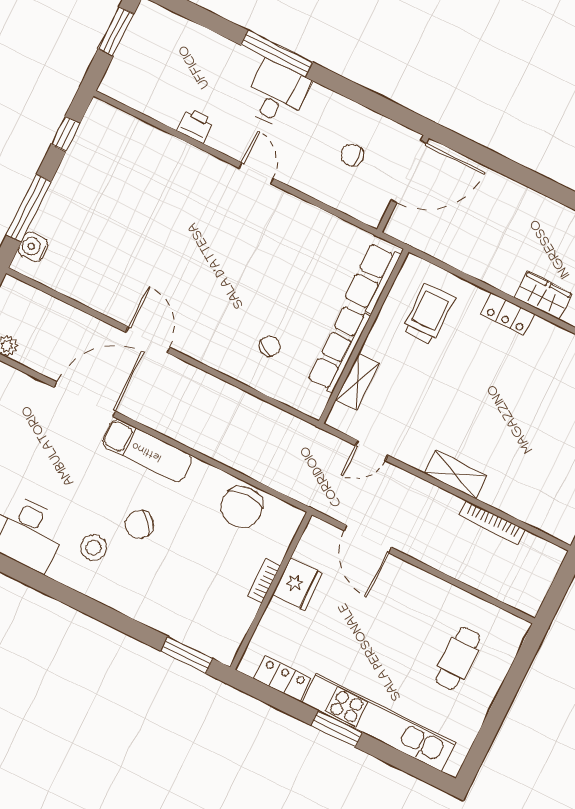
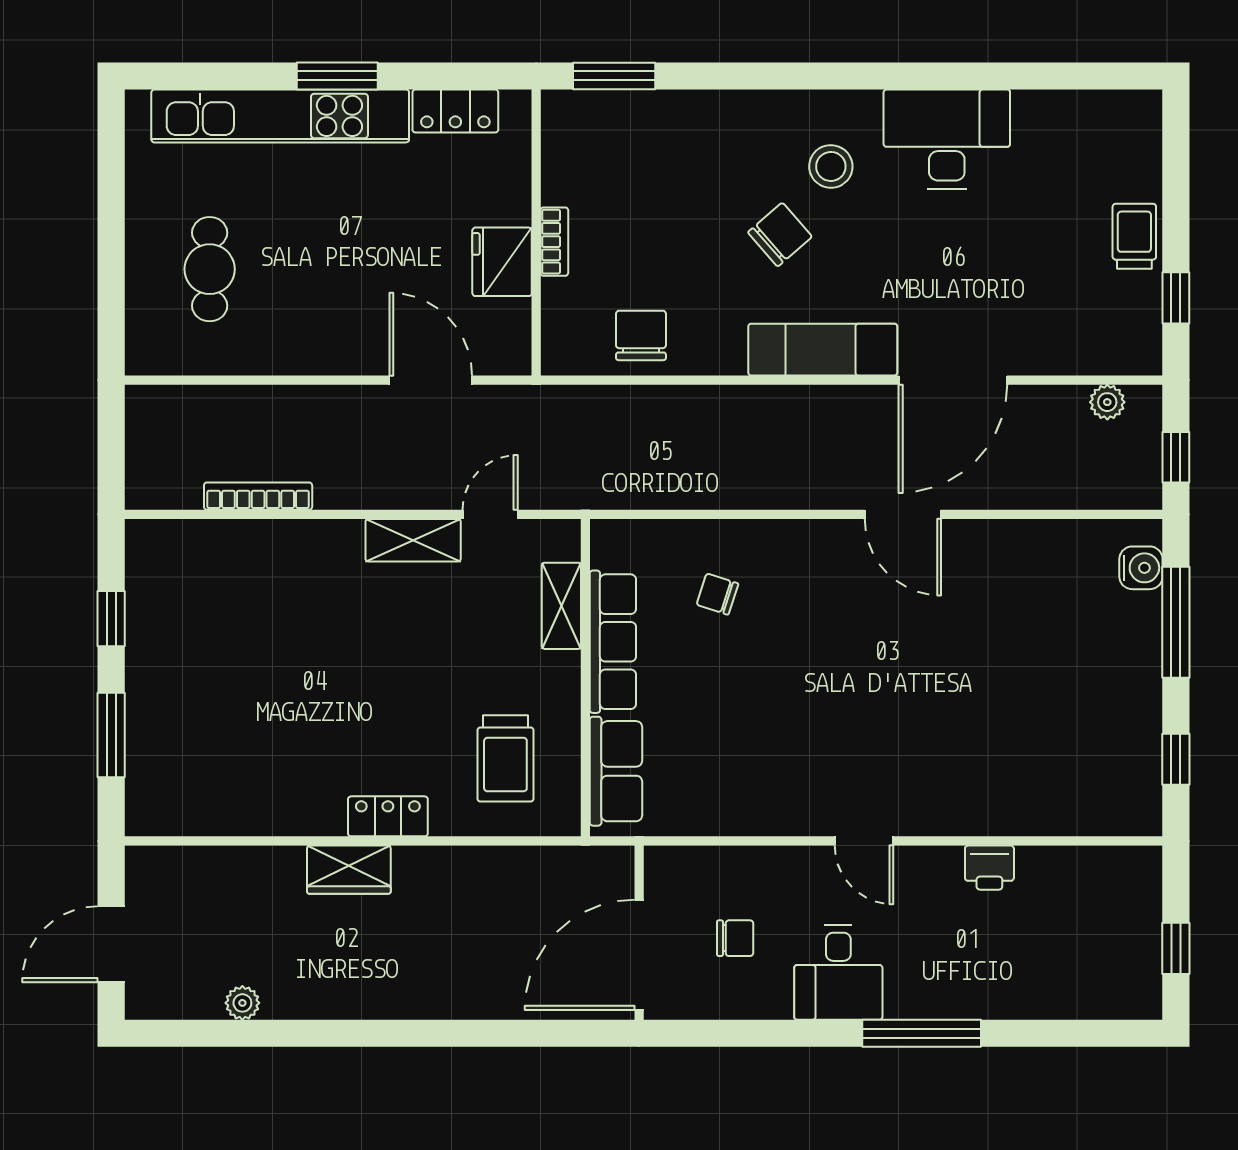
window: (116, 31) -> (1176, 948), width x0.67
desk: (276, 94) -> (838, 972), moved
chair: (270, 346) -> (717, 594), turned 80
shelving: (456, 474) -> (413, 540), moved
chair: (242, 507) -> (641, 335), width x0.73, depth x0.73

